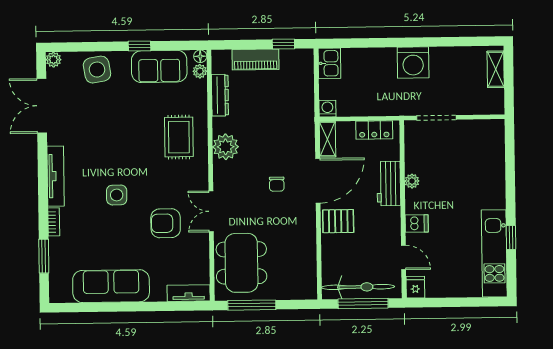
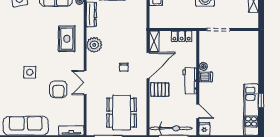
washing machine: (327, 109) -> (154, 23), removed
workbench: (389, 183) -> (190, 81), moved
armchair: (166, 223) -> (58, 89), turned -90
dishwasher: (417, 223) -> (206, 77), moved
dining table: (241, 263) -> (122, 113), moved

